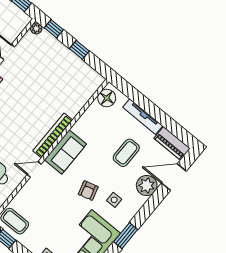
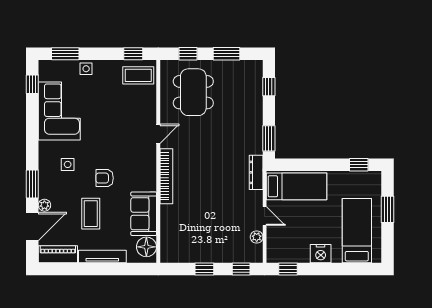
plant: (36, 28) -> (257, 237), moved
sofa: (65, 152) -> (144, 214), moved
plant: (147, 186) -> (44, 205), width x0.53, depth x0.53
armchair: (88, 191) -> (105, 178), moved, turned -74
window: (126, 236) -> (32, 184), moved

